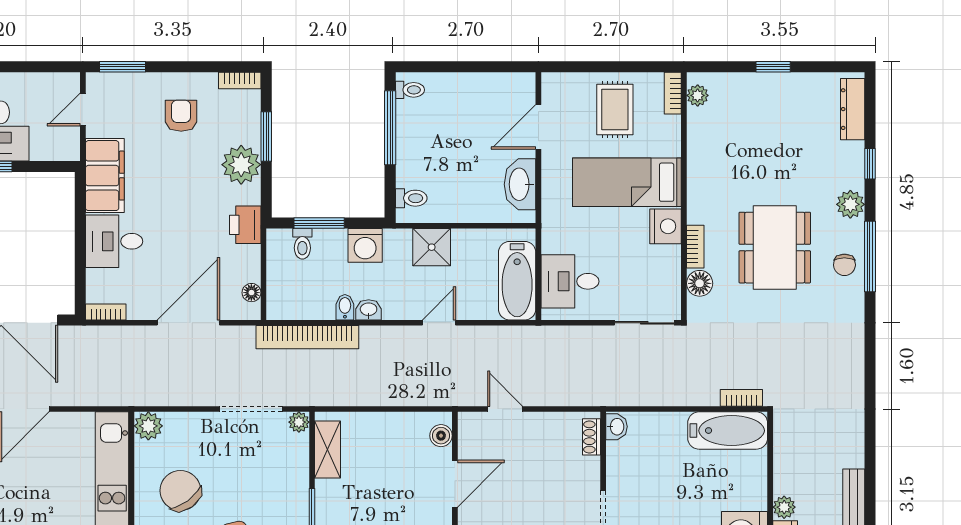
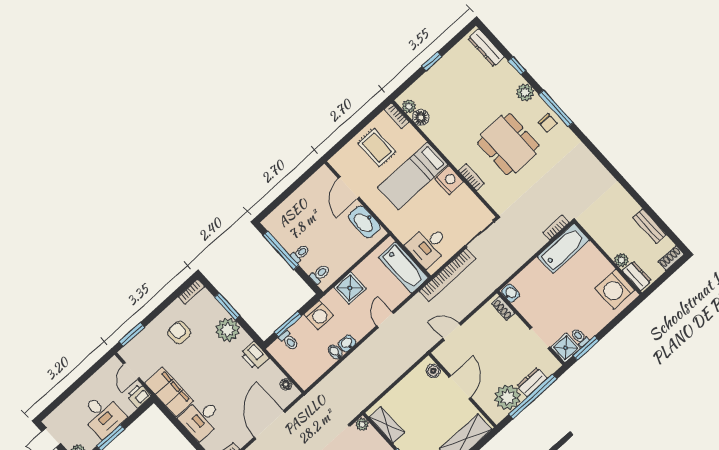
toilet: (410, 90) -> (300, 253), moved
printer: (65, 147) -> (139, 396), added
floor lamp: (700, 283) -> (421, 118), moved
bookcase: (307, 337) -> (448, 275), moved

